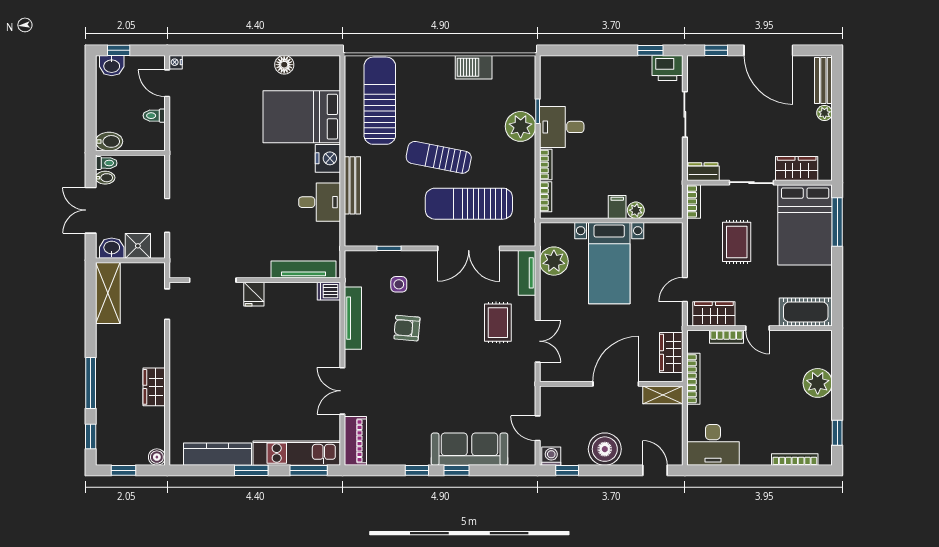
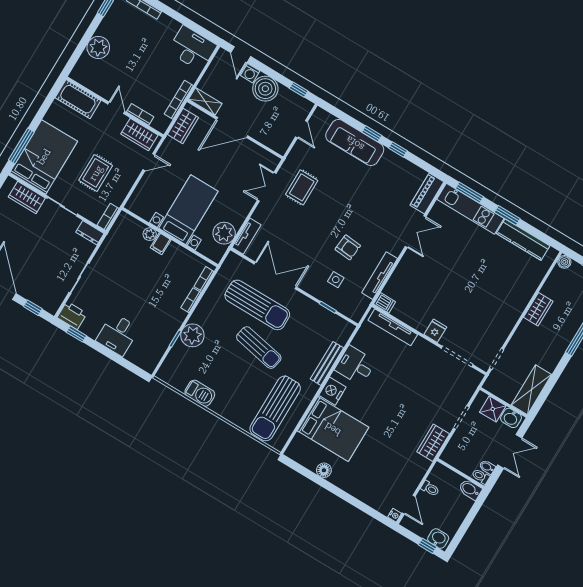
desk: (562, 127) -> (118, 334), moved, turned 90
wardrobe: (181, 168) -> (433, 443), added
rug: (498, 323) -> (302, 187), moved
washing machine: (551, 456) -> (250, 73), moved

